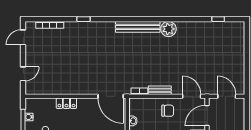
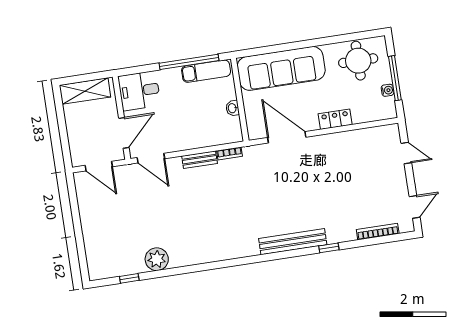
bench: (138, 27) -> (293, 242), moved
plant: (168, 29) -> (157, 259), moved
door: (23, 74) -> (406, 153), swing flipped
door: (111, 96) -> (287, 137), moved
chair: (168, 111) -> (183, 131), removed

